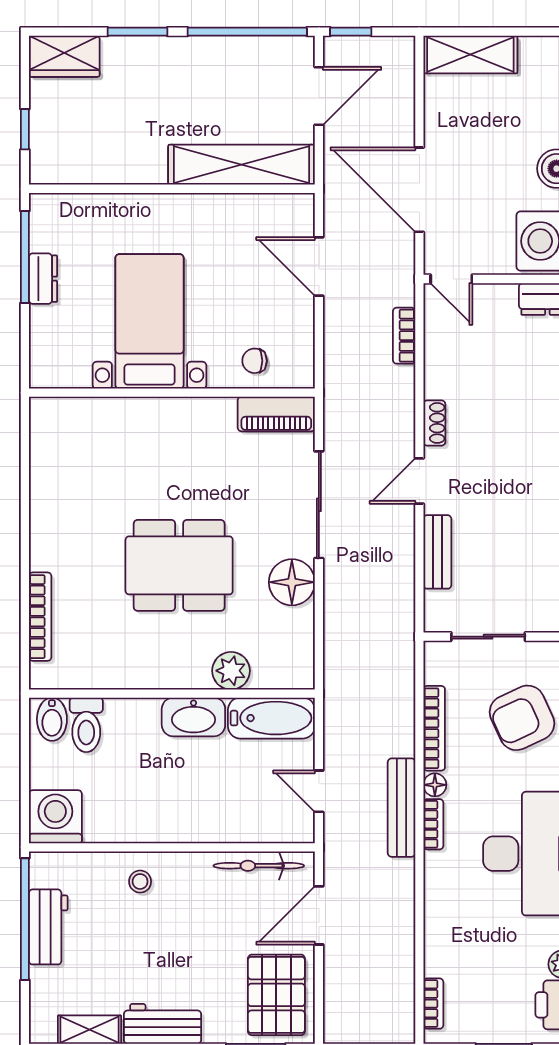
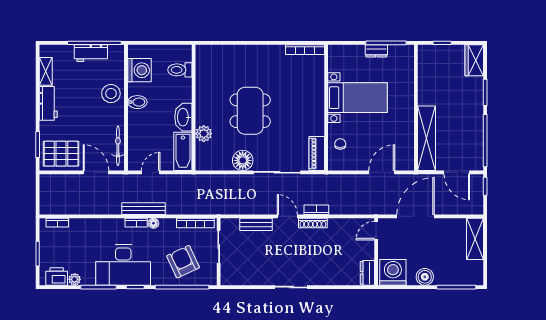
bookcase: (404, 336) -> (316, 210), moved
shoe rack: (434, 423) -> (313, 223), width x1.43
bookcase: (40, 617) -> (305, 50), moved
bidet: (52, 719) -> (137, 102), moved, turned 180
bookcase: (434, 728) -> (195, 223), moved
washing machine: (55, 817) -> (139, 70), moved
stool: (140, 882) -> (111, 94), width x1.89, depth x1.89

